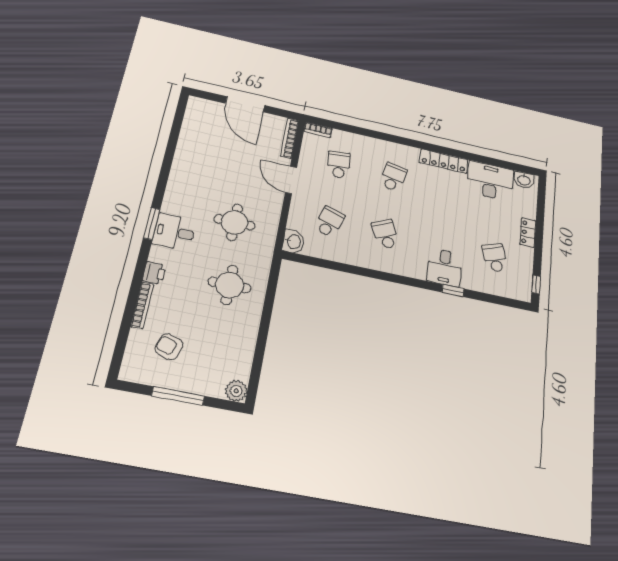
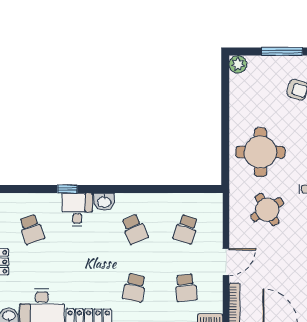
door: (291, 180) -> (226, 262), hinge flipped
round table: (235, 222) -> (267, 210), turned -32
washbasin: (293, 242) -> (104, 202), moved, turned -90
round table: (229, 285) -> (260, 152), width x1.36, depth x1.36

